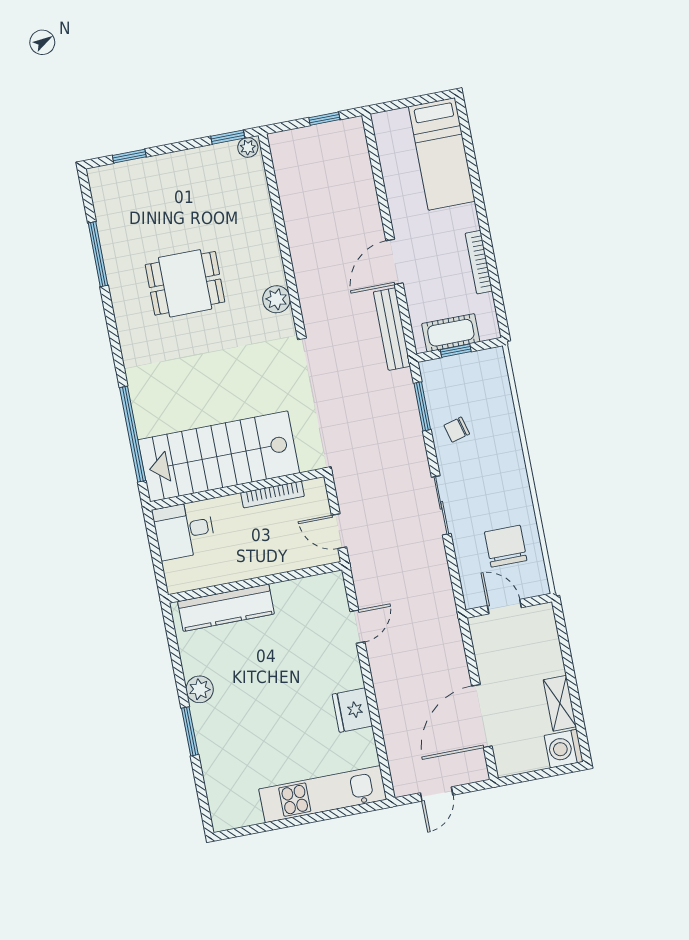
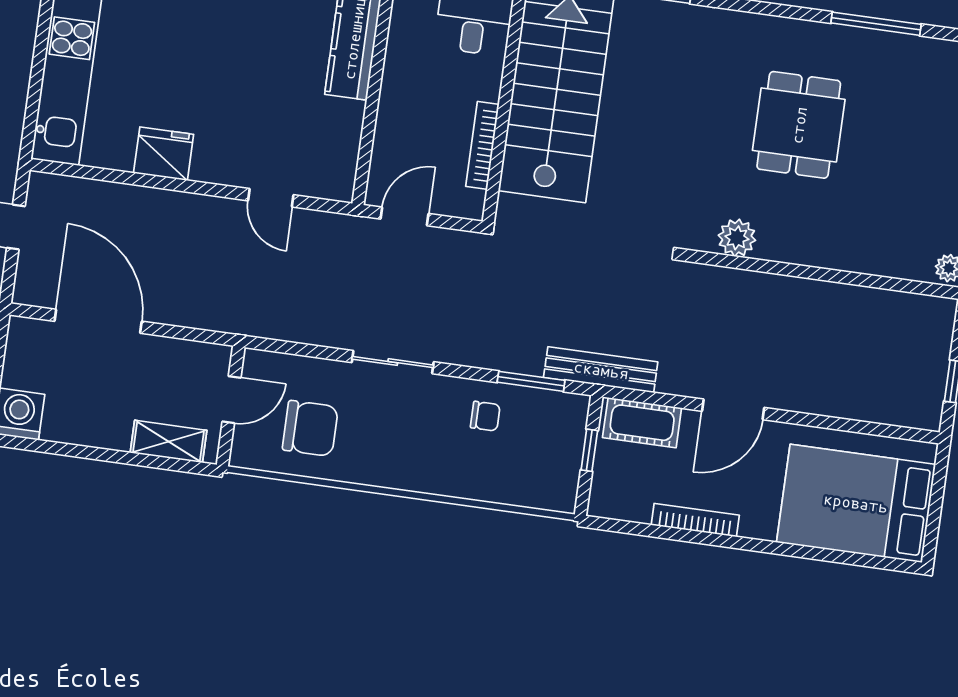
bed: (442, 154) -> (856, 503), width x1.50
door: (394, 262) -> (733, 409), swing flipped
bench: (392, 329) -> (601, 370), moved
cot: (451, 333) -> (642, 423), moved, turned 90
chair: (457, 430) -> (485, 416), turned 105
shelving: (560, 703) -> (169, 442), moved

